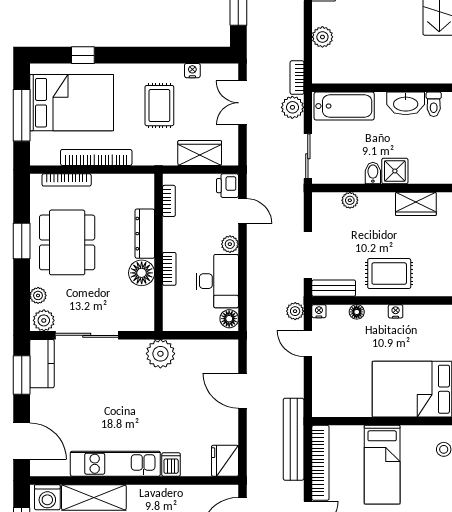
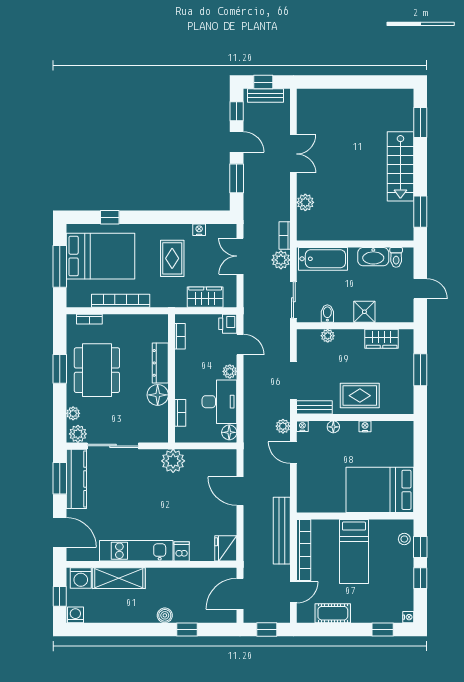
bidet: (373, 173) -> (327, 313), moved
bookcase: (67, 180) -> (89, 319), width x0.64
bookcase: (169, 269) -> (180, 413), moved
kitchen counter: (42, 364) -> (76, 479), width x1.50

